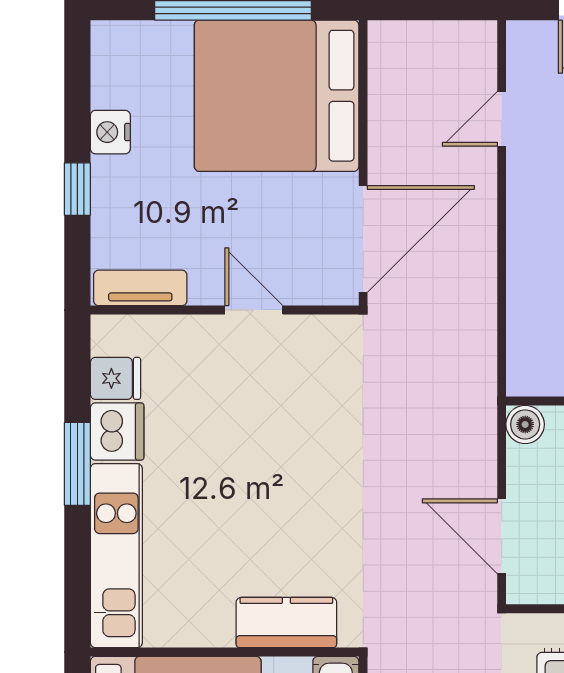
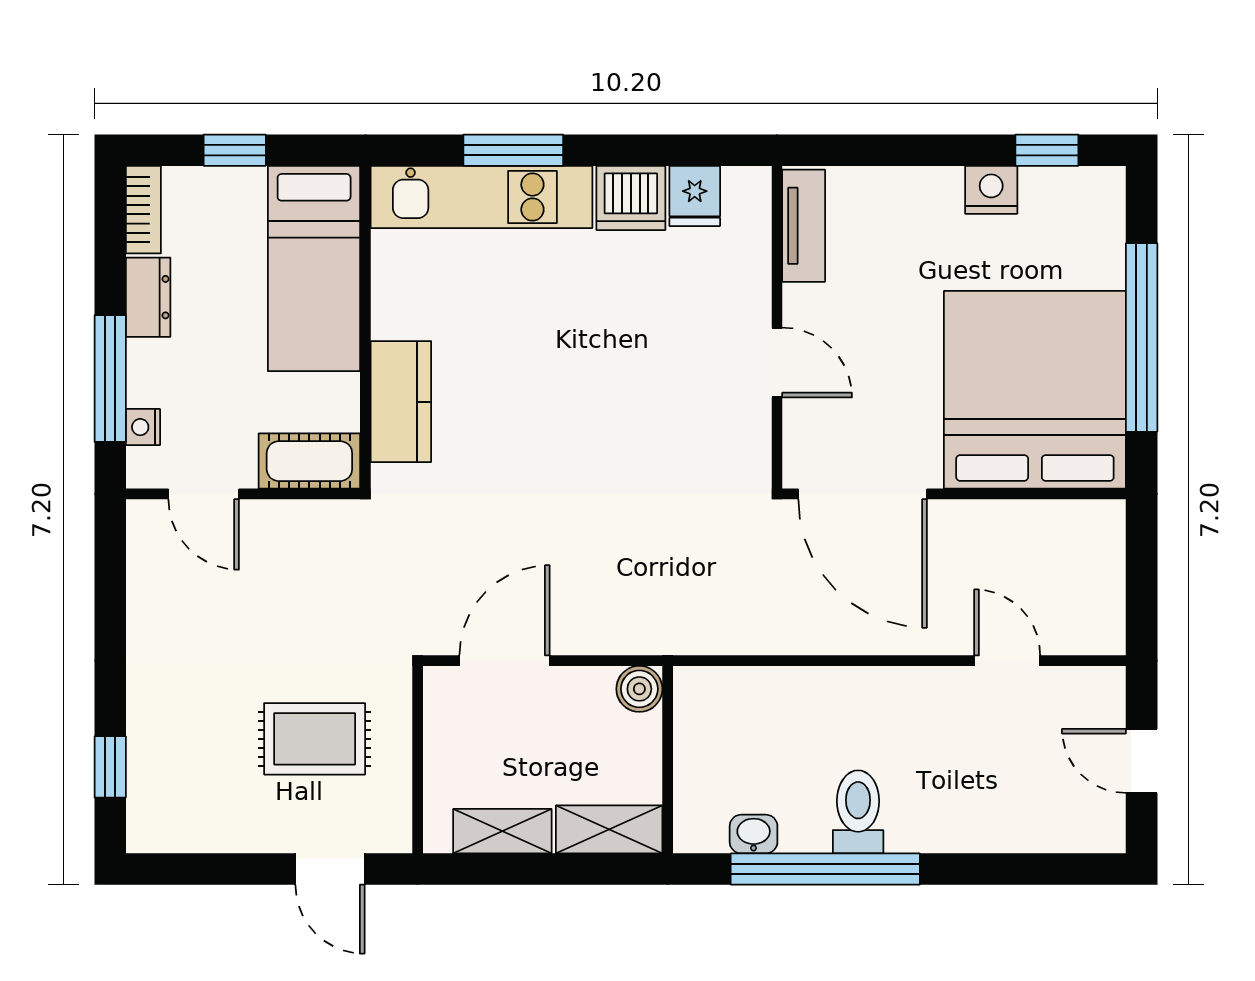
window: (77, 189) -> (1047, 150), moved
door: (254, 310) -> (777, 362), hinge flipped
window: (77, 464) -> (513, 150), moved

